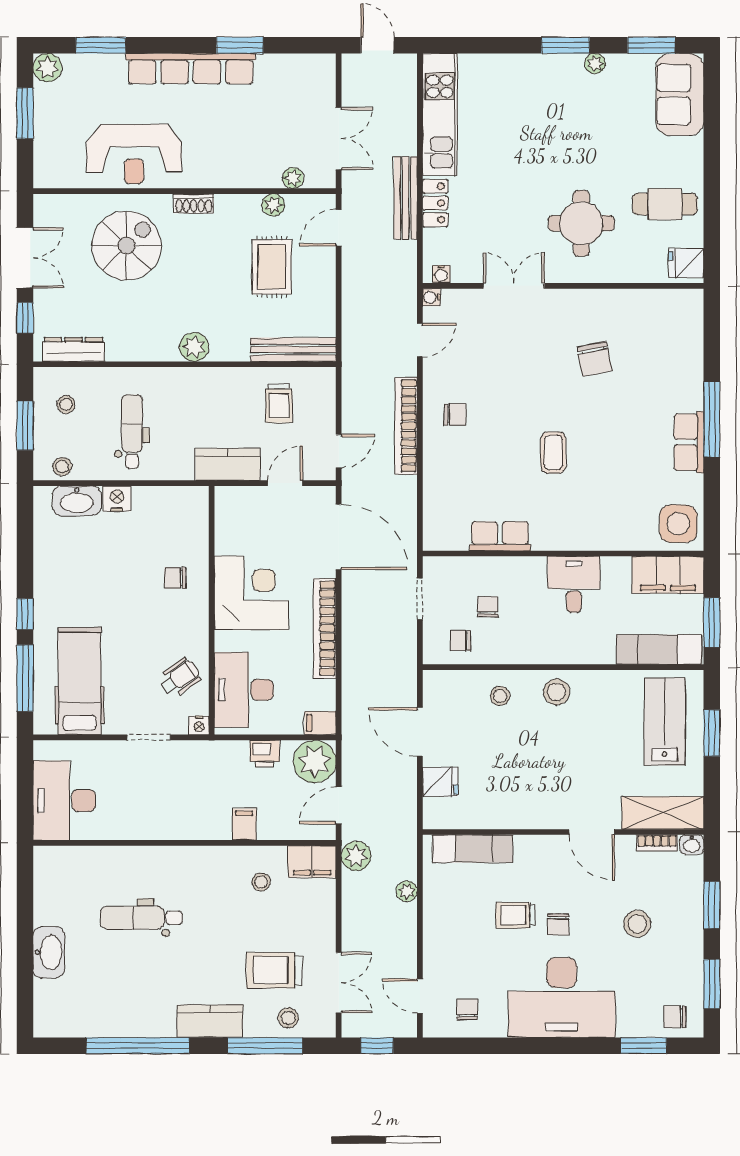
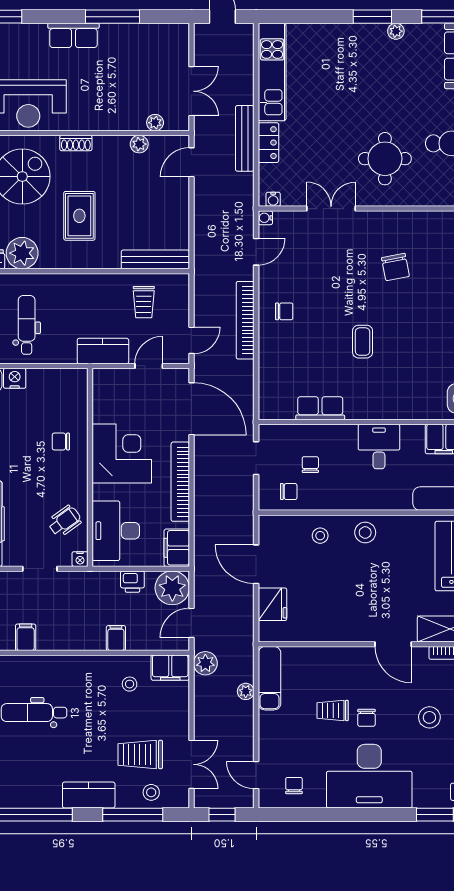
window: (240, 45) -> (112, 17), width x1.44
row of seats: (191, 69) -> (73, 35), width x0.50
rug: (272, 267) -> (79, 216), moved
plant: (194, 347) -> (22, 253), moved, width x1.36, depth x1.36
chair: (461, 641) -> (289, 492), turned 180
filing cabinet: (320, 723) -> (177, 548), width x2.00
fridge: (440, 782) -> (272, 604), width x1.38
filing cabinet: (131, 823) -> (26, 637), added
exam couch: (473, 849) -> (269, 678), moved, turned -90

